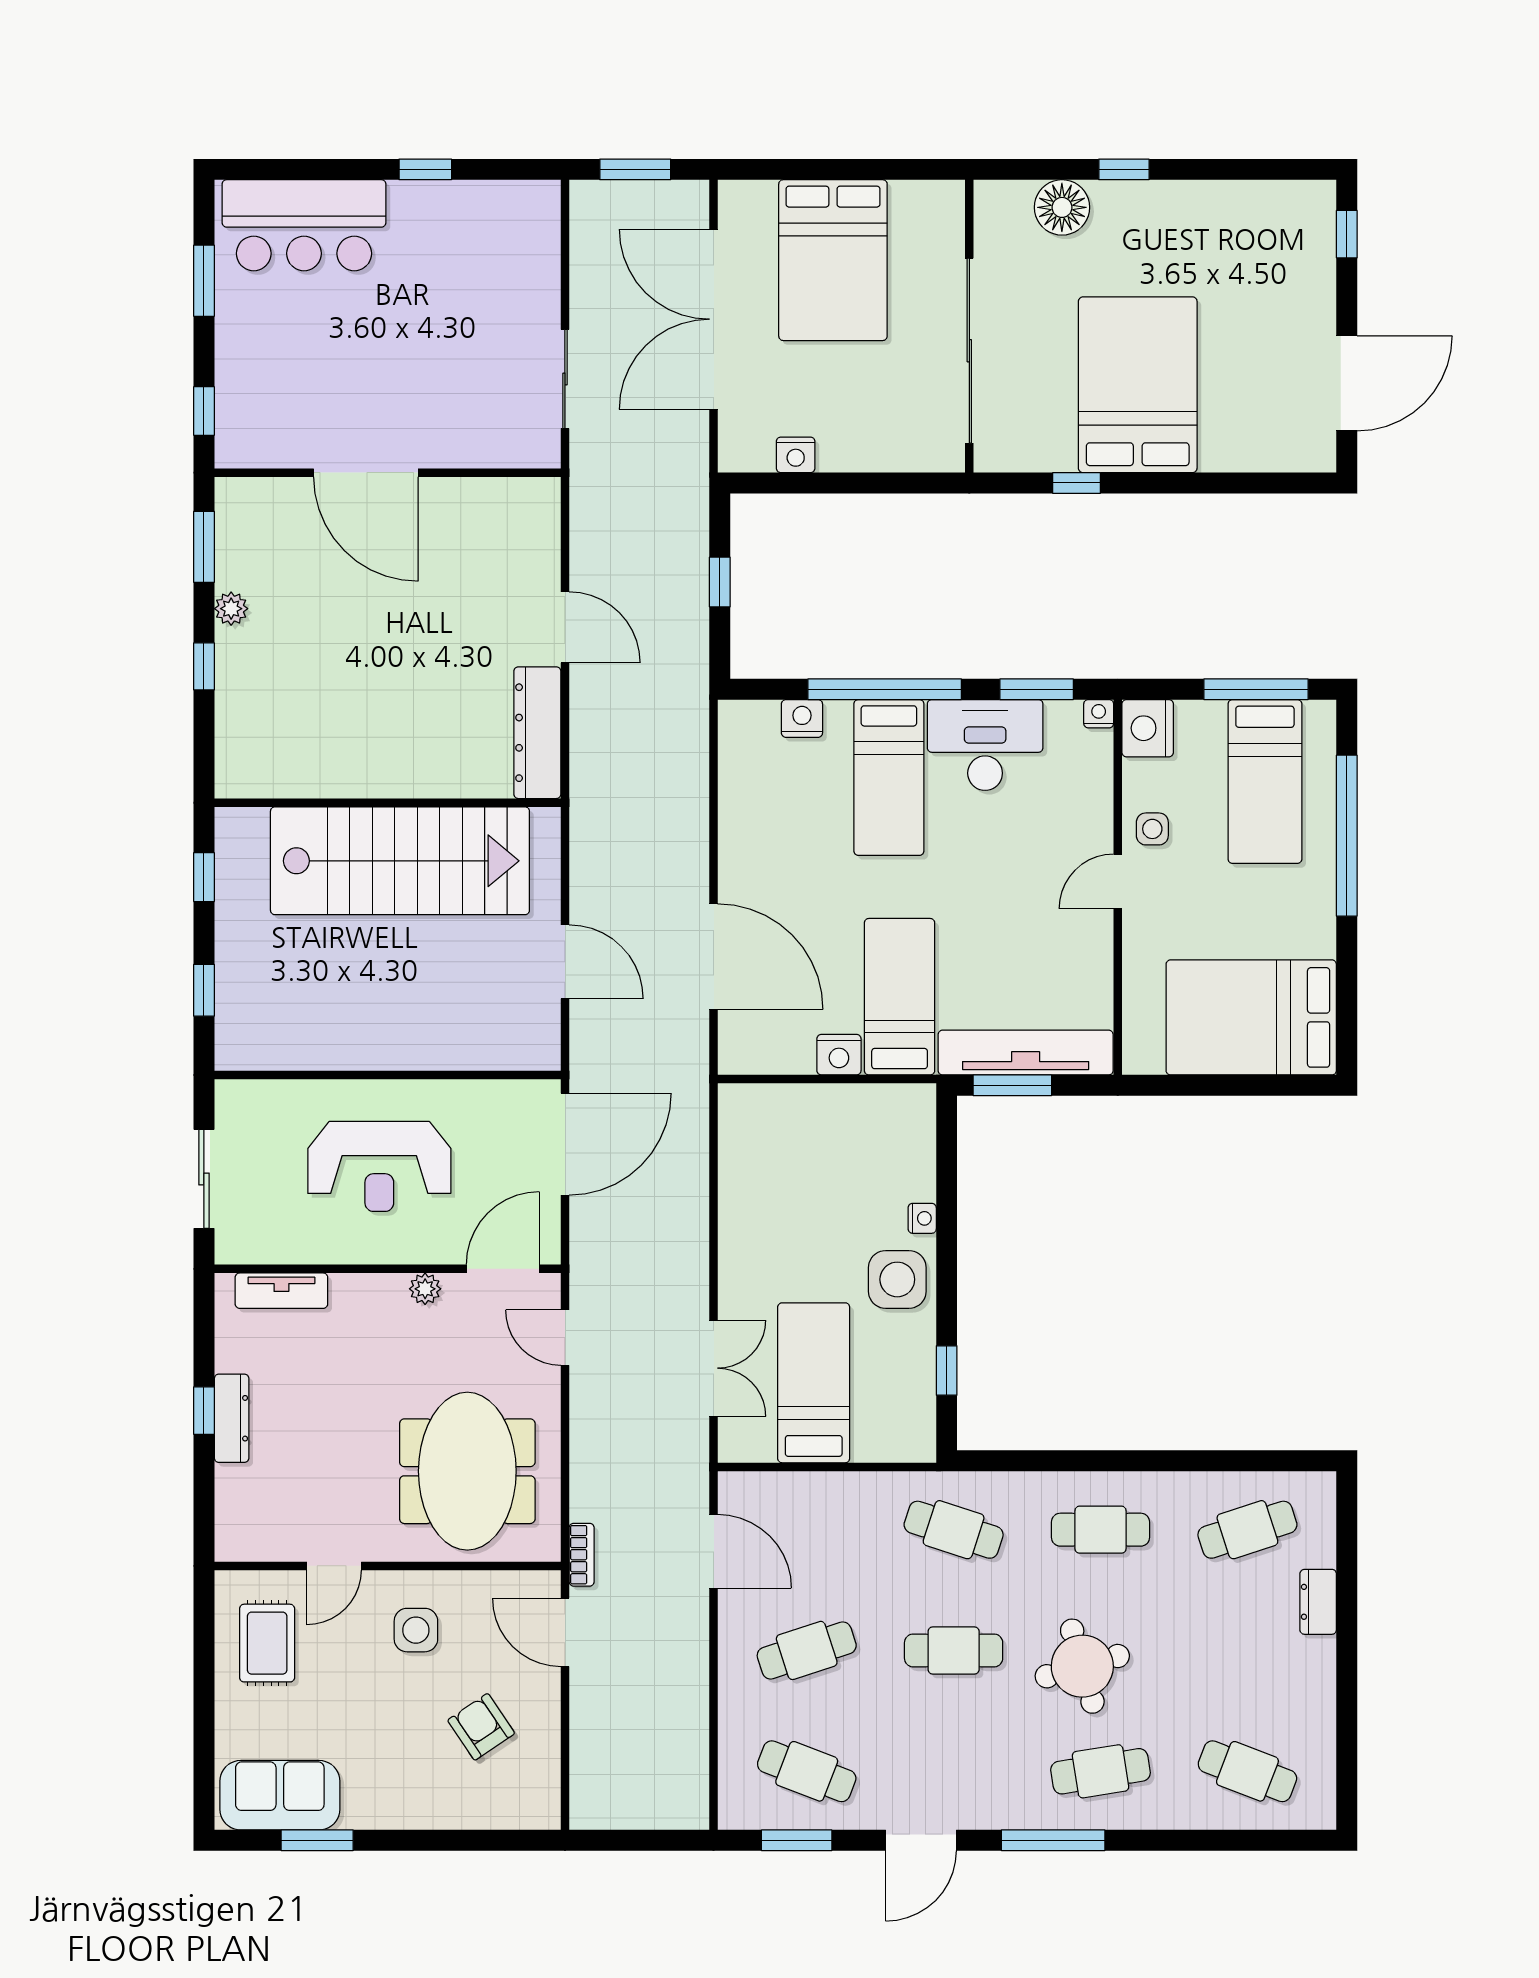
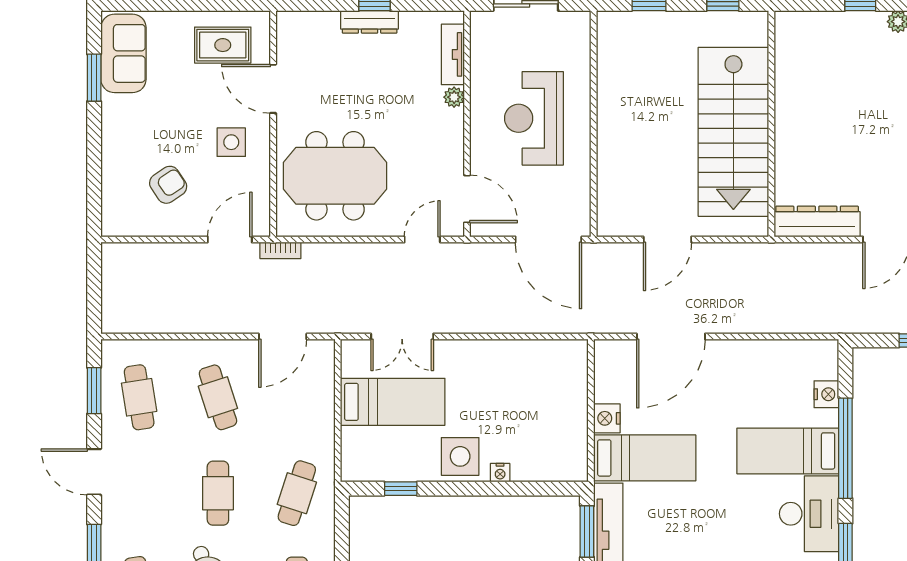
plant: (425, 1289) -> (454, 97), moved
door: (334, 1566) -> (273, 89), width x1.38
cafe table: (807, 1771) -> (139, 397), turned -30

